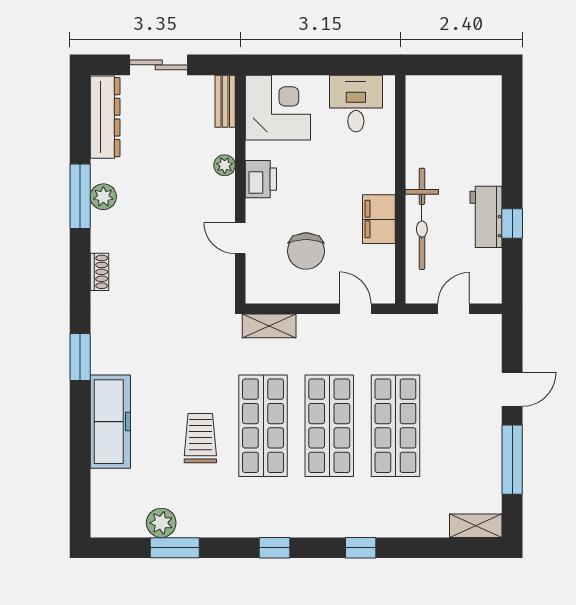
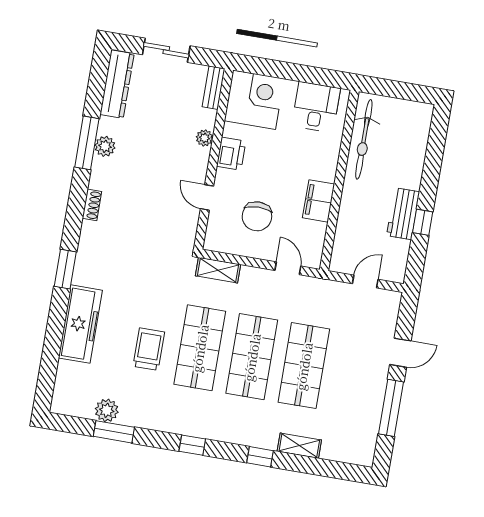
bicycle: (422, 219) -> (364, 139), moved
shelving: (476, 526) -> (299, 446), moved

